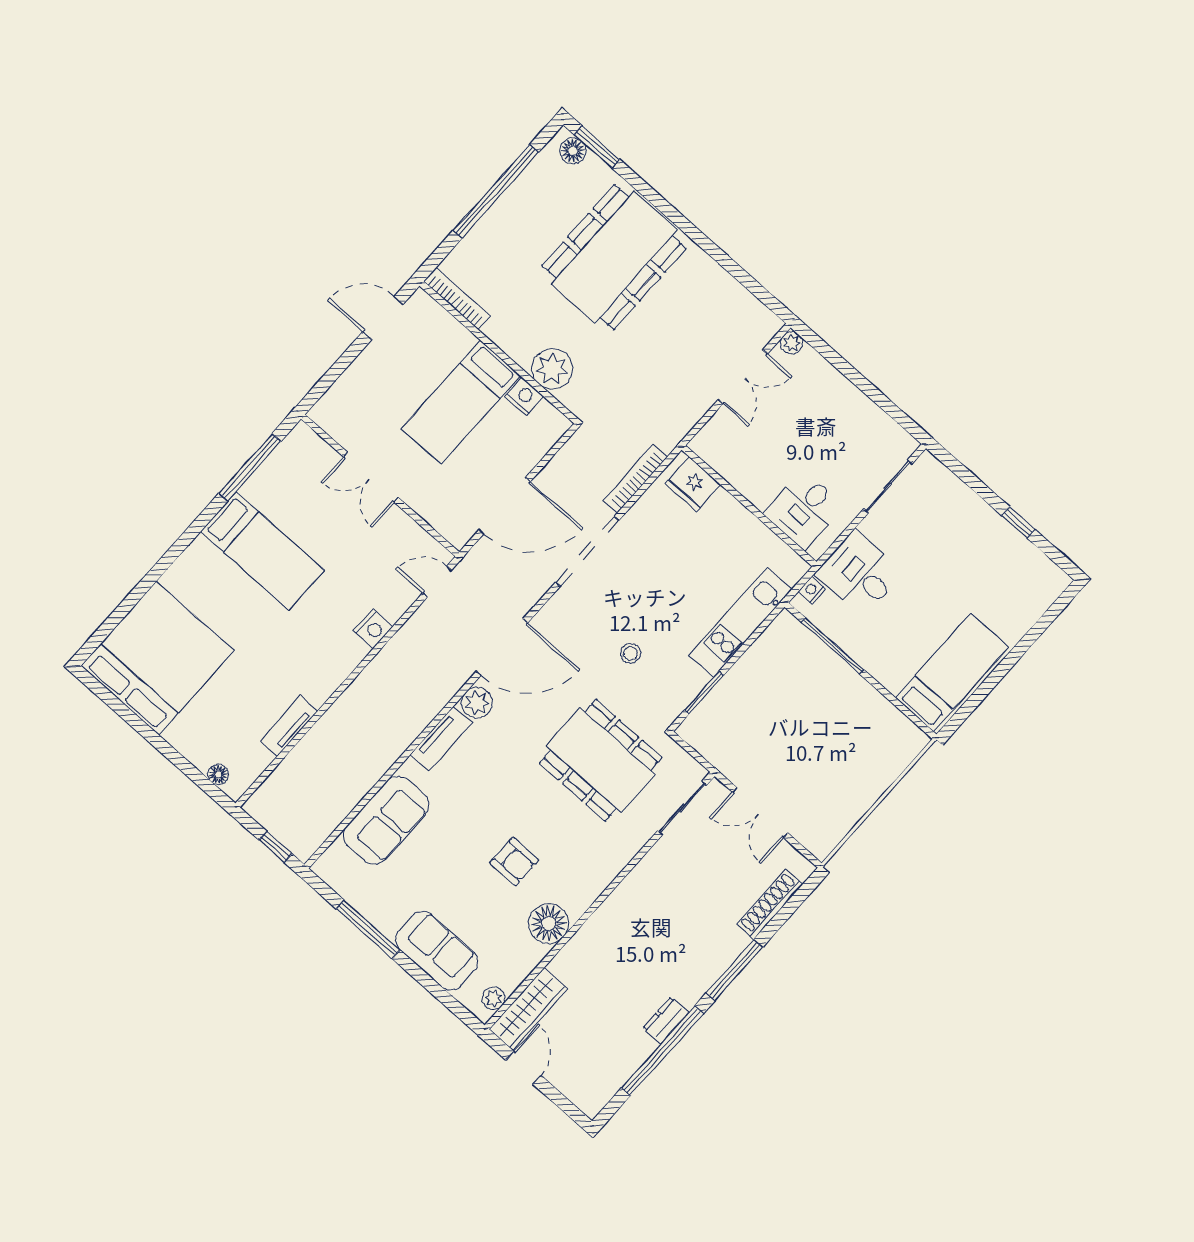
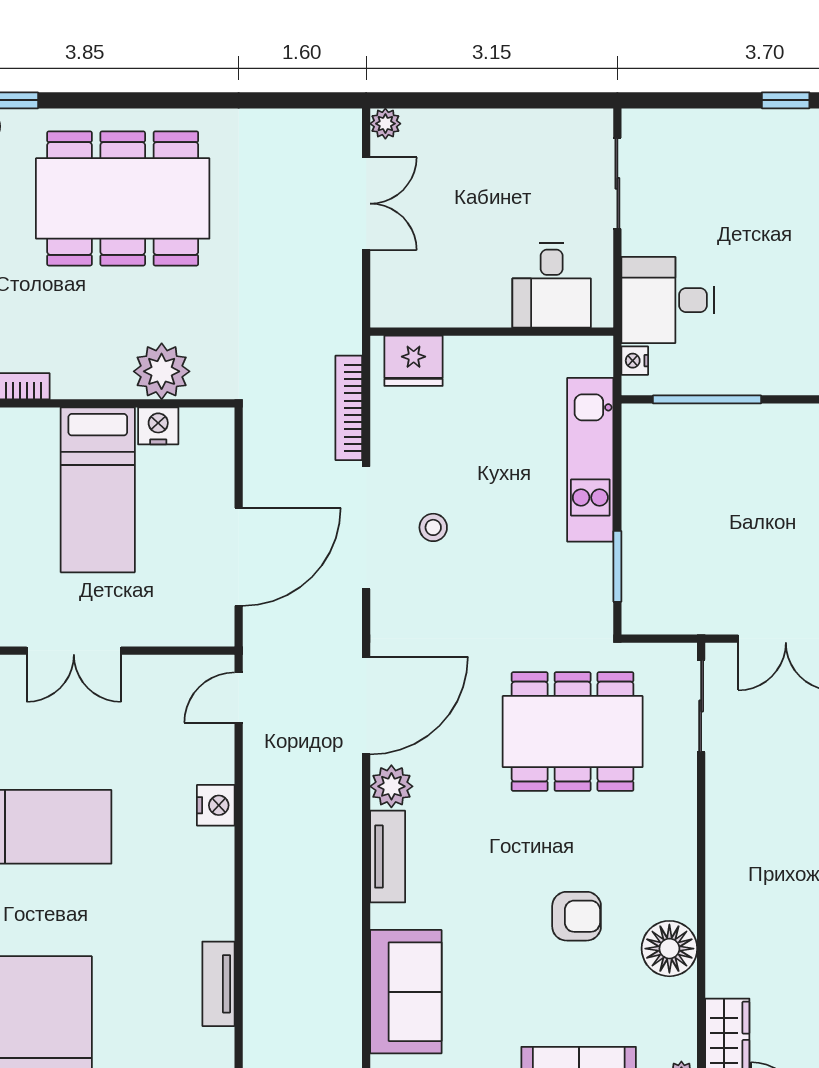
dining table: (614, 257) -> (123, 198), turned 90
stool: (631, 653) -> (433, 527), moved

